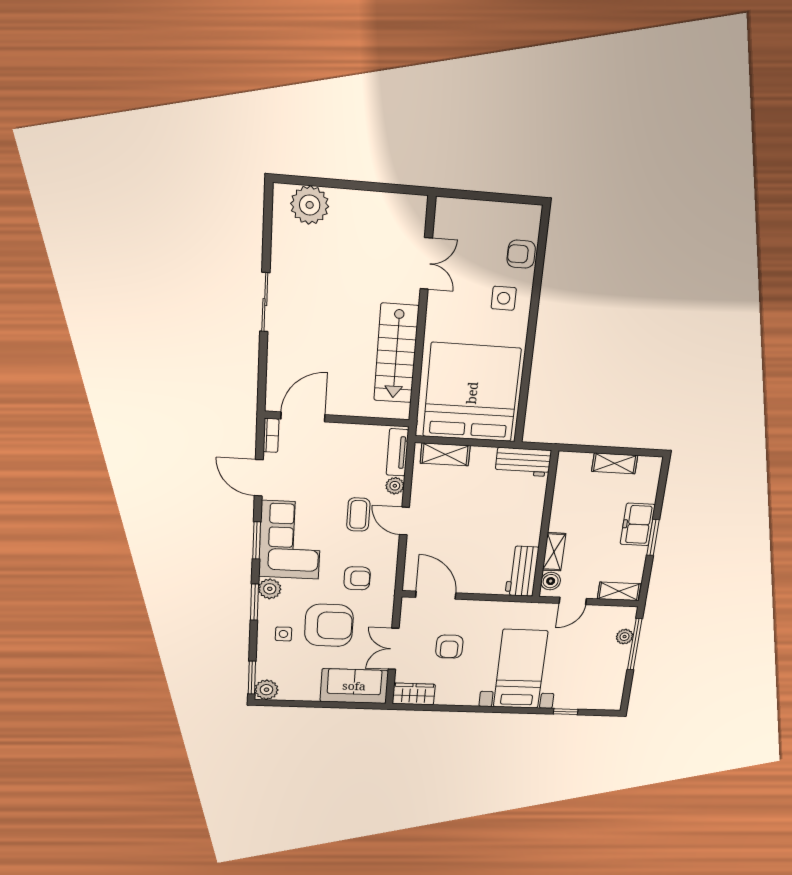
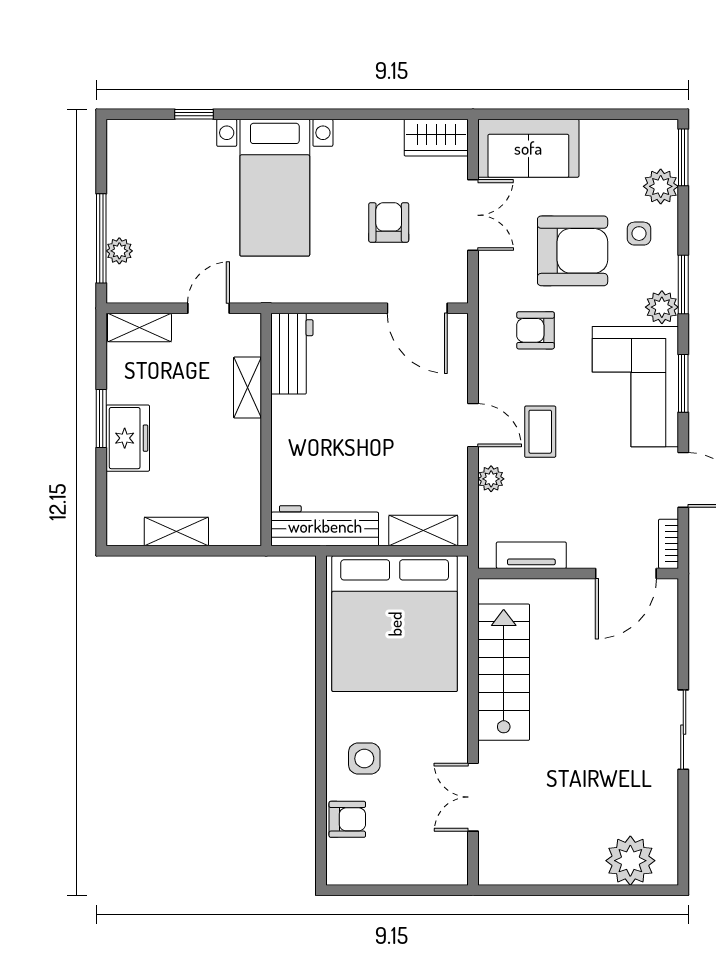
tv unit: (397, 452) -> (531, 555), moved, turned -90
workbench: (523, 462) -> (325, 526), width x1.37
boiler: (551, 581) -> (247, 340), removed
armchair: (329, 625) -> (573, 251), turned 180
plant: (266, 690) -> (661, 186), moved

